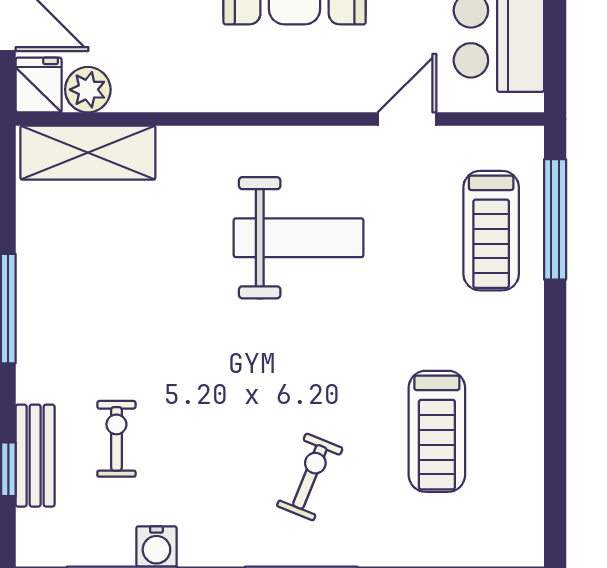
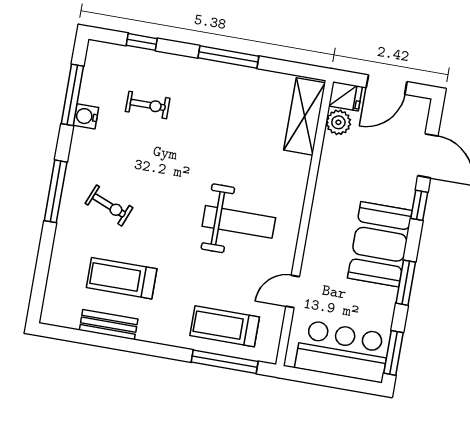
door: (407, 119) -> (293, 291), swing flipped
weight bench: (299, 238) -> (239, 222), turned -90
bench: (35, 456) -> (109, 325), moved

